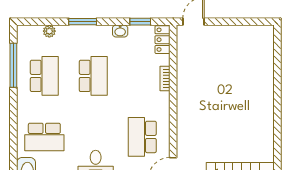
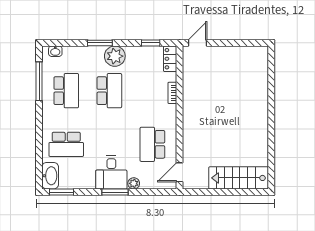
plant: (49, 31) -> (115, 56), moved, width x1.87, depth x1.87
washbasin: (120, 31) -> (55, 51), moved

